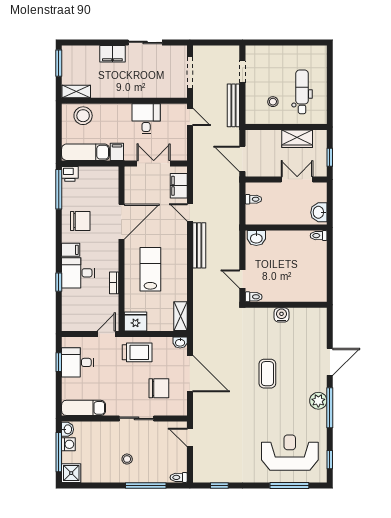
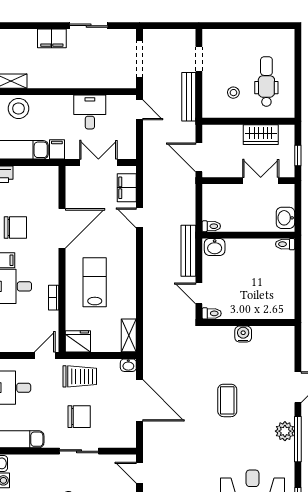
toilet: (253, 199) -> (211, 226), moved
bench: (199, 245) -> (188, 251), moved
chair: (159, 388) -> (79, 417), moved

